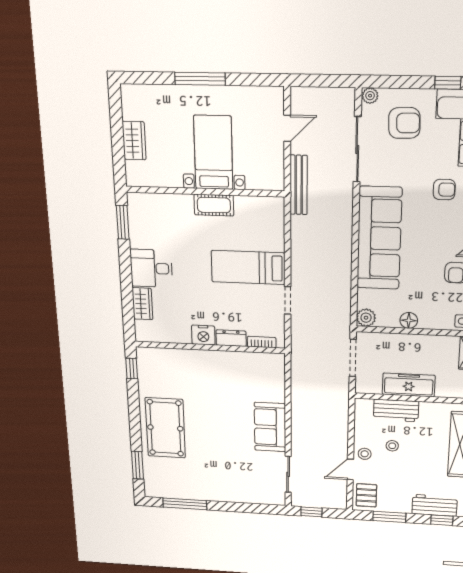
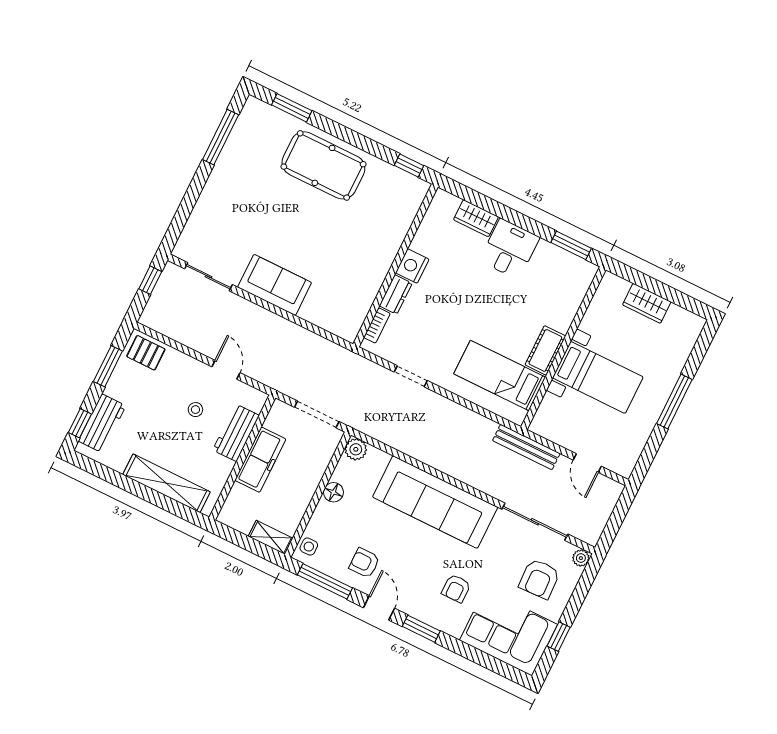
bed: (248, 267) -> (500, 376), moved, turned -90
stool: (365, 454) -> (198, 375), removed
door: (350, 469) -> (226, 370), moved

